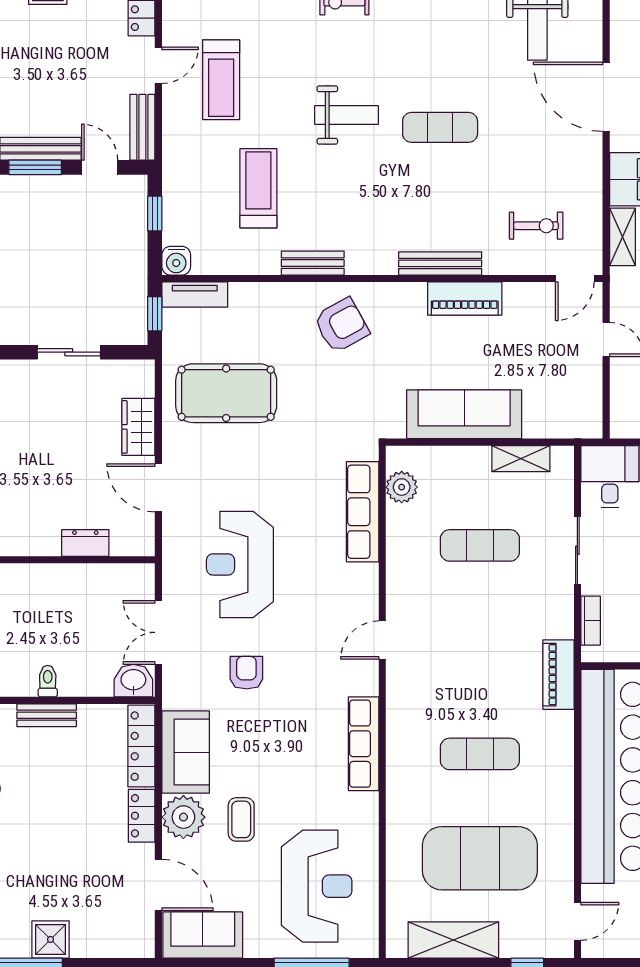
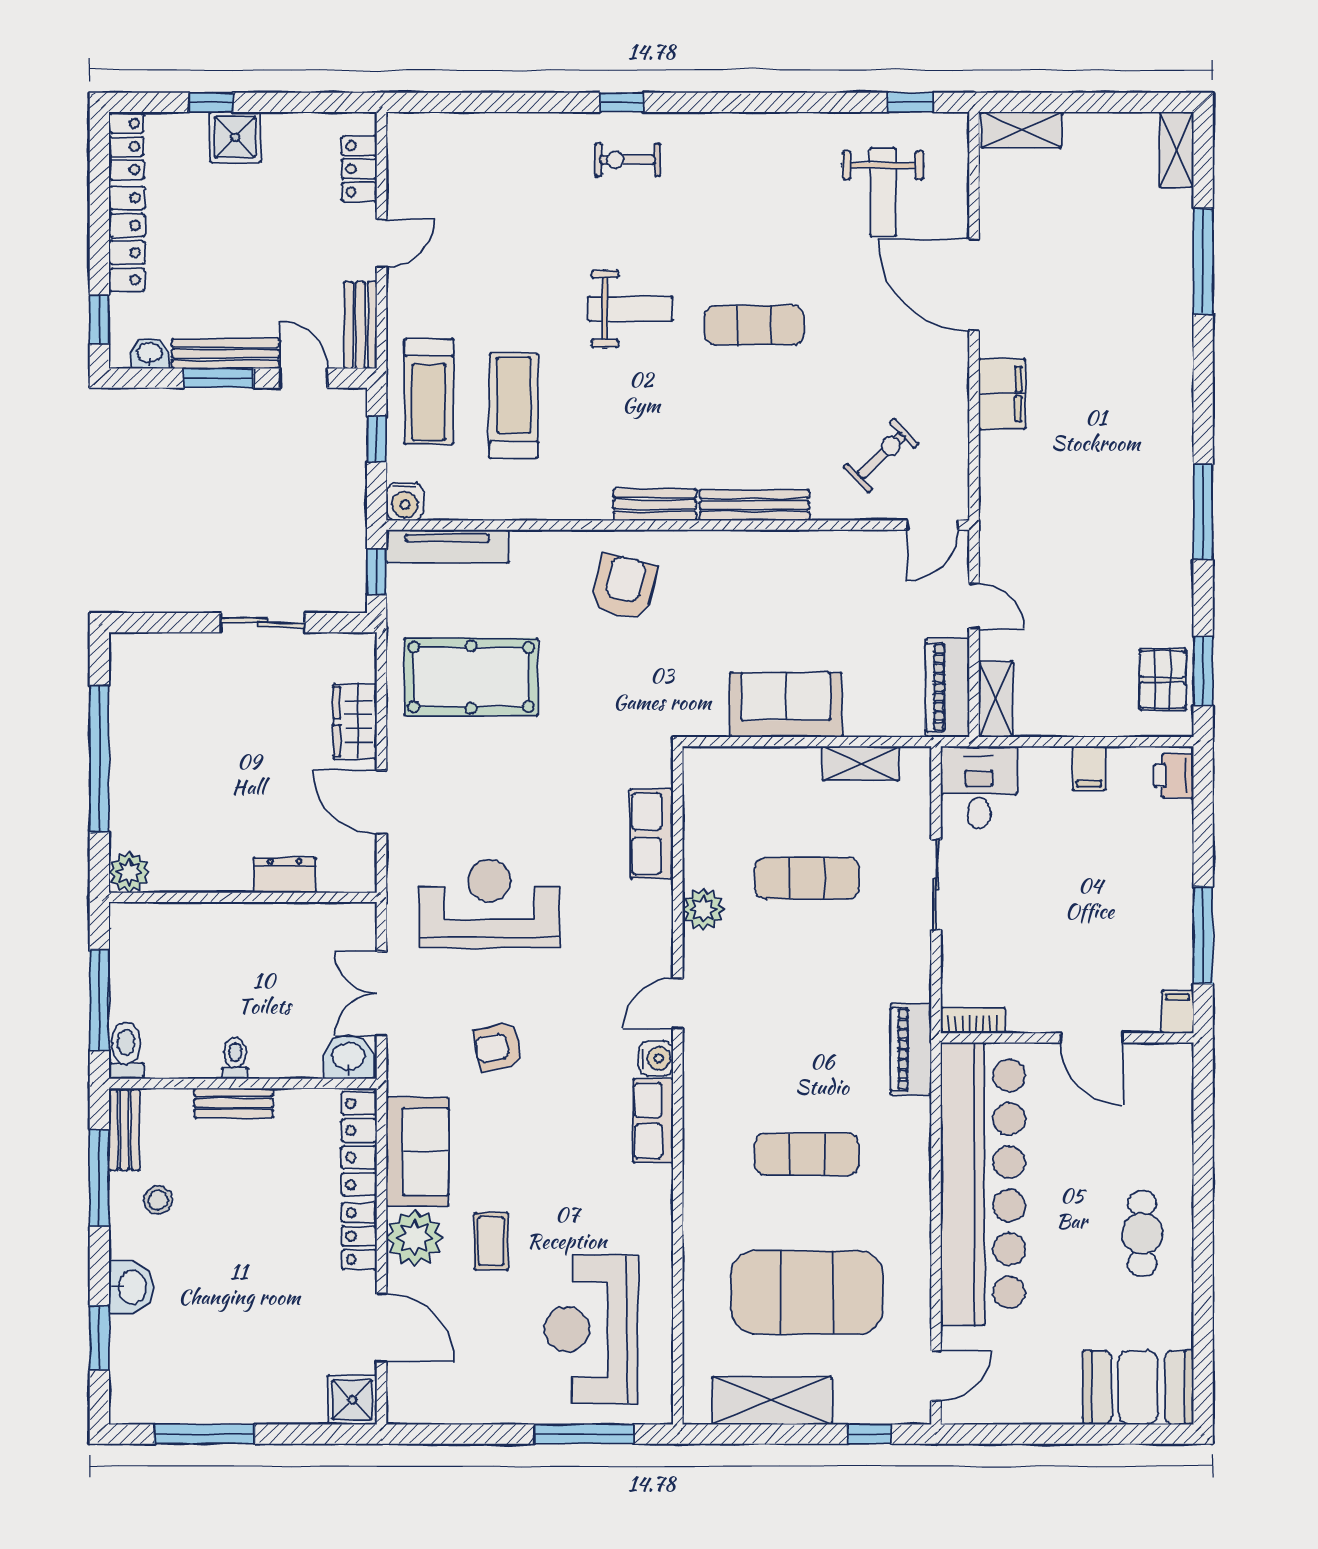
treadmill: (221, 80) -> (429, 392), moved
exercise bike: (536, 226) -> (881, 455), turned -44
shelving: (623, 237) -> (996, 699), moved
bench: (313, 263) -> (655, 505), moved
tv unit: (195, 294) -> (447, 546), width x1.41
piano: (465, 299) -> (947, 688), moved, turned 90
armchair: (341, 325) -> (624, 587), turned -47
sofa: (464, 414) -> (786, 705), width x0.73
plant: (402, 487) -> (703, 909), moved
row of seats: (363, 512) -> (652, 834), width x0.68
reception desk: (240, 564) -> (489, 904), turned 90
bookcase: (591, 621) -> (973, 1020), moved, turned -90
armchair: (246, 673) -> (498, 1047), turned -102
water cooler: (366, 681) -> (656, 1058), added
row of seats: (364, 744) -> (653, 1121), width x0.68
reception desk: (317, 886) -> (591, 1329), turned 180
sofa: (203, 935) -> (440, 1394), removed
shower: (51, 939) -> (352, 1400), moved

